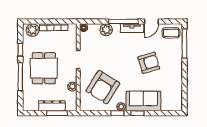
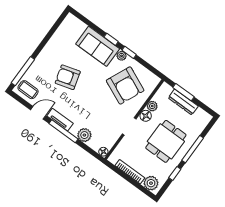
floor lamp: (72, 76) -> (146, 116), added
armchair: (103, 87) -> (125, 85), turned 82

